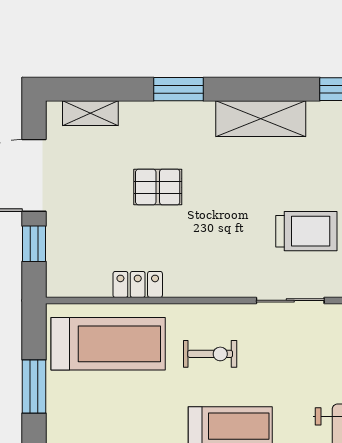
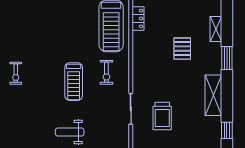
shelving: (90, 113) -> (216, 29), moved
locker: (138, 284) -> (138, 19), moved

